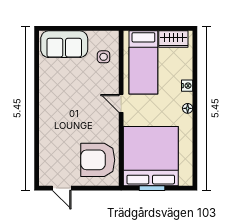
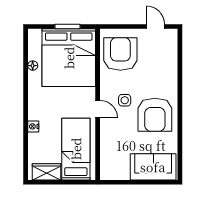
side table: (104, 57) -> (125, 100), moved
armchair: (62, 98) -> (155, 115), added
floor lamp: (188, 108) -> (33, 66), moved
armchair: (98, 160) -> (120, 54), turned -90

